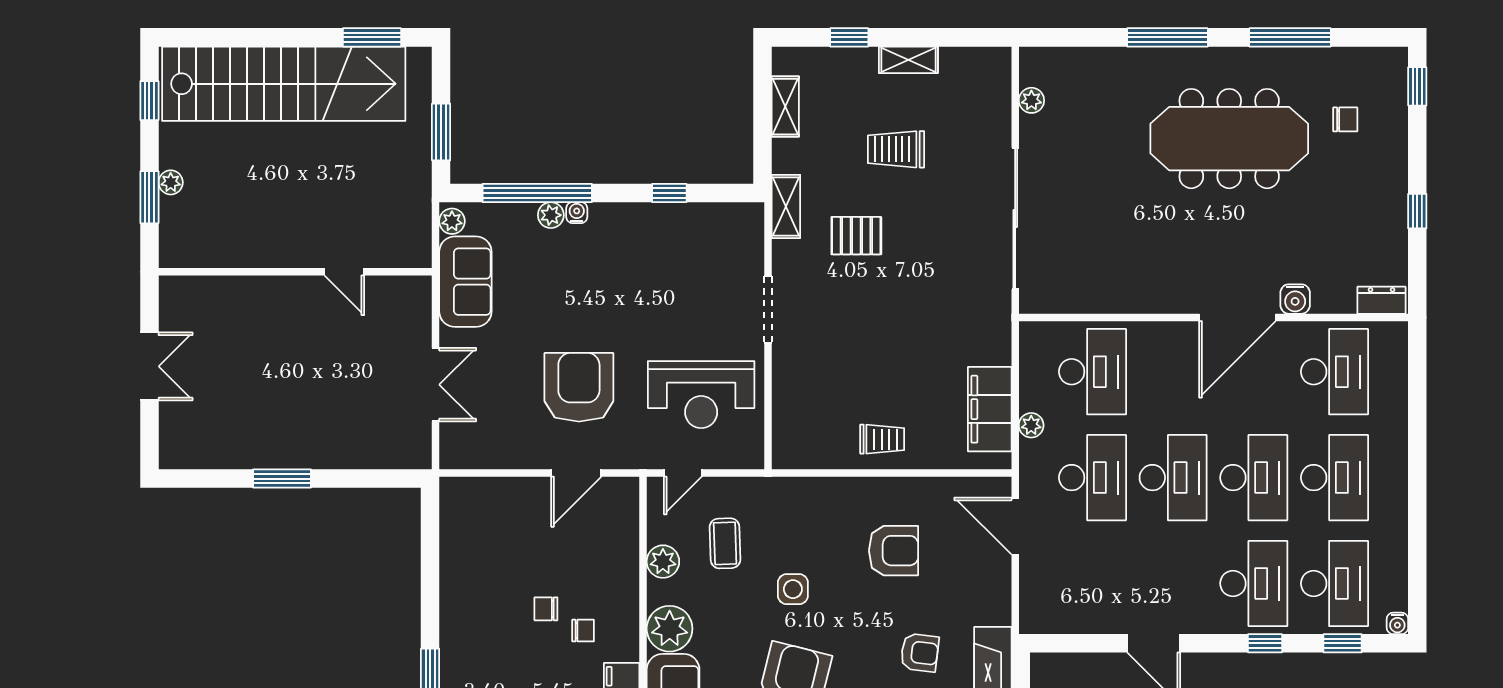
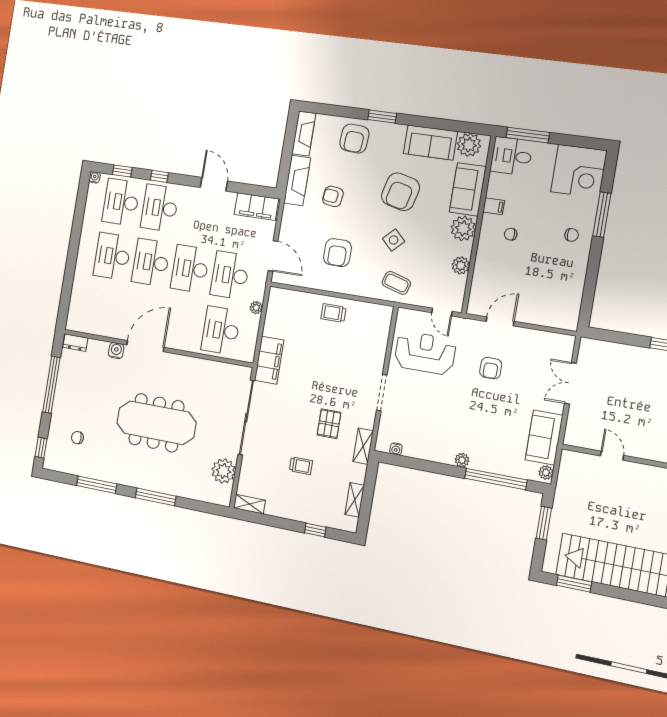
shelving: (908, 60) -> (249, 504), moved
plant: (1031, 100) -> (223, 471), width x1.88, depth x1.88
meeting table: (1229, 139) -> (156, 423), moved
trolley: (896, 149) -> (301, 466), width x0.73, depth x0.72
window: (669, 193) -> (424, 465), removed
window: (1417, 211) -> (51, 385), width x3.17
water cooler: (577, 213) -> (396, 449), moved
plant: (551, 215) -> (462, 460), moved
pallet: (856, 236) -> (329, 424), turned 90
desk: (1334, 372) -> (103, 310), removed
armchair: (579, 387) -> (491, 368), width x0.53, depth x0.53
filing cabinet: (990, 409) -> (269, 360), moved
door: (683, 473) -> (442, 312), swing flipped
coffee table: (725, 543) -> (396, 283), moved, turned -72
armchair: (894, 551) -> (337, 253), turned -90
side table: (793, 589) -> (394, 240), turned 45
chair: (546, 609) -> (572, 235), moved
filing cabinet: (1063, 613) -> (256, 207), added

